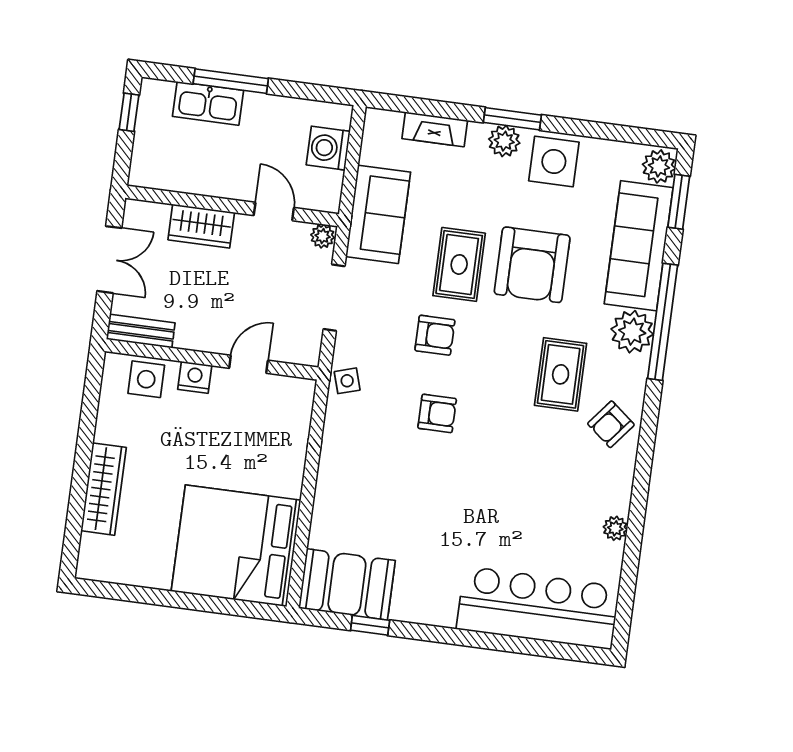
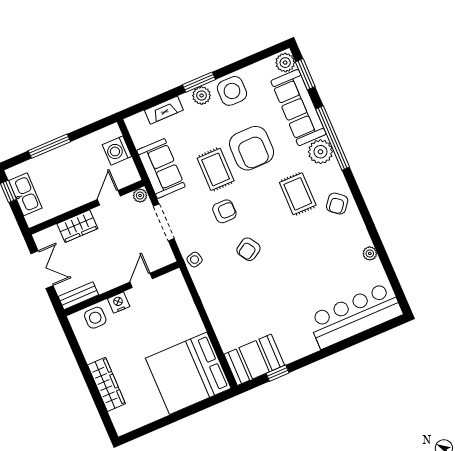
kitchen sink: (208, 103) -> (25, 194), moved, turned -90
door: (274, 211) -> (109, 198), hinge flipped
armchair: (437, 413) -> (248, 249), turned 148

